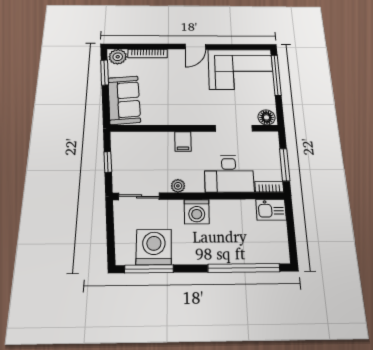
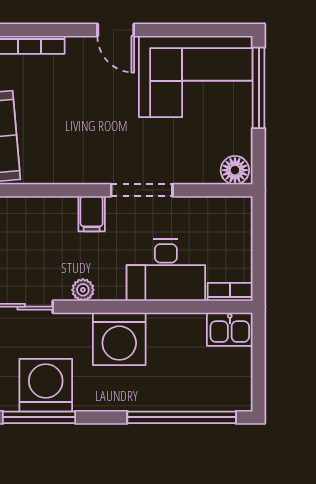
door: (195, 47) -> (116, 30), hinge flipped
doorway: (234, 128) -> (142, 190), moved
window: (285, 165) -> (259, 255), removed
washing machine: (197, 212) -> (119, 339), width x1.37, depth x1.37

